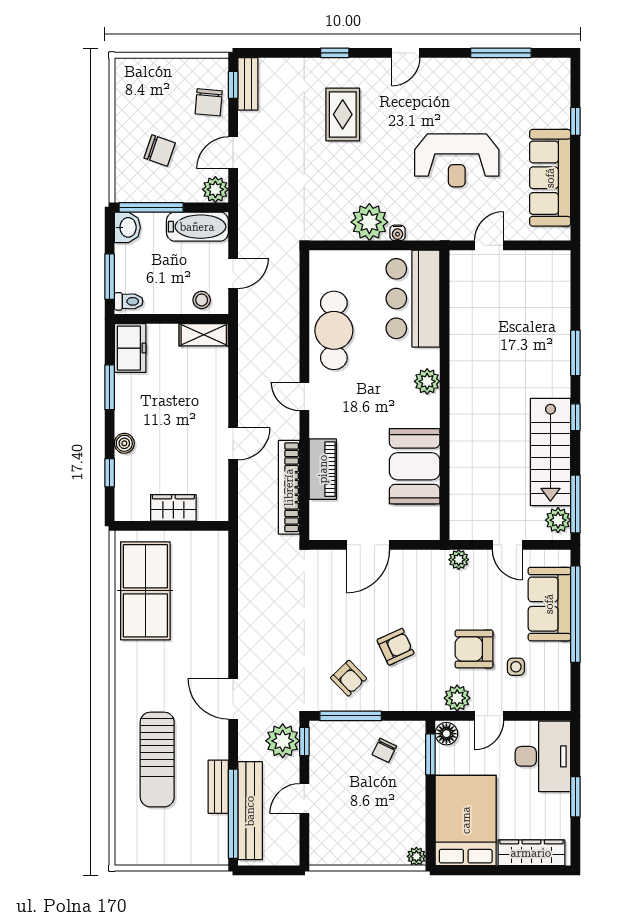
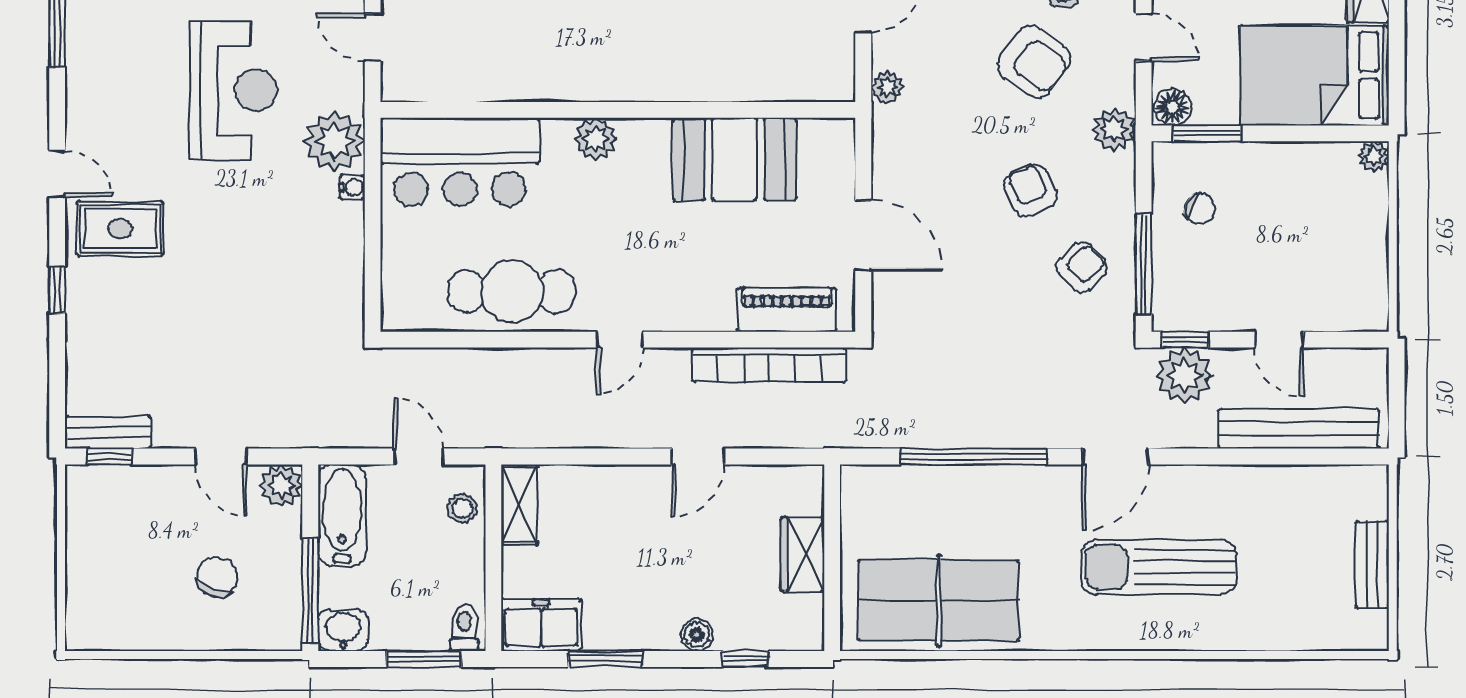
chair: (209, 102) -> (138, 497), removed
rug: (343, 114) -> (120, 229), moved
plant: (369, 222) -> (334, 141), moved
door: (233, 444) -> (698, 456), swing flipped
piano: (323, 469) -> (787, 310), moved
armchair: (474, 649) -> (1034, 62), turned -54
plant: (457, 698) -> (1114, 130), moved
sun lounger: (157, 760) -> (1159, 567), moved, turned 180
bench: (218, 787) -> (1372, 564), moved, turned 90
window: (233, 814) -> (973, 456), moved

